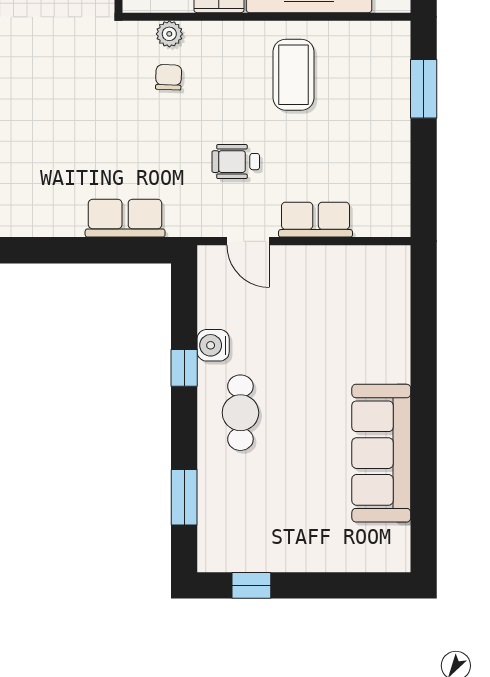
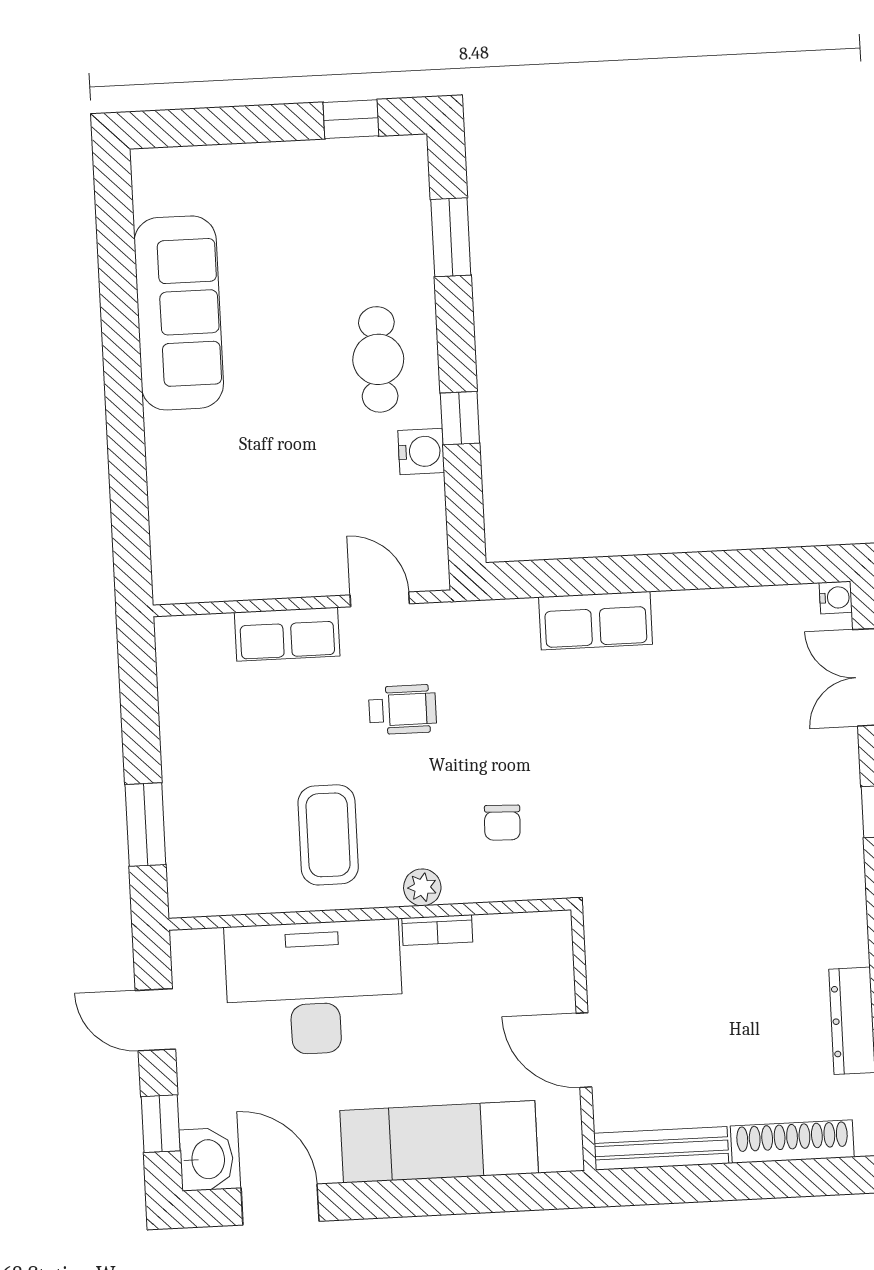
plant: (169, 34) -> (422, 887), moved
row of seats: (125, 218) -> (596, 621), moved

